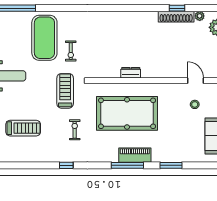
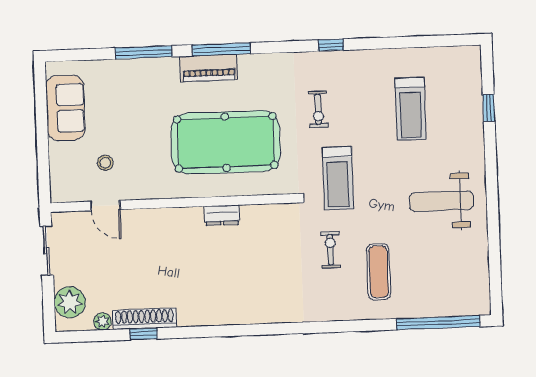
exercise mat: (44, 38) -> (379, 272), width x0.50, depth x0.69
treadmill: (23, 128) -> (410, 109), turned -90
window: (171, 165) -> (144, 52), width x1.44

